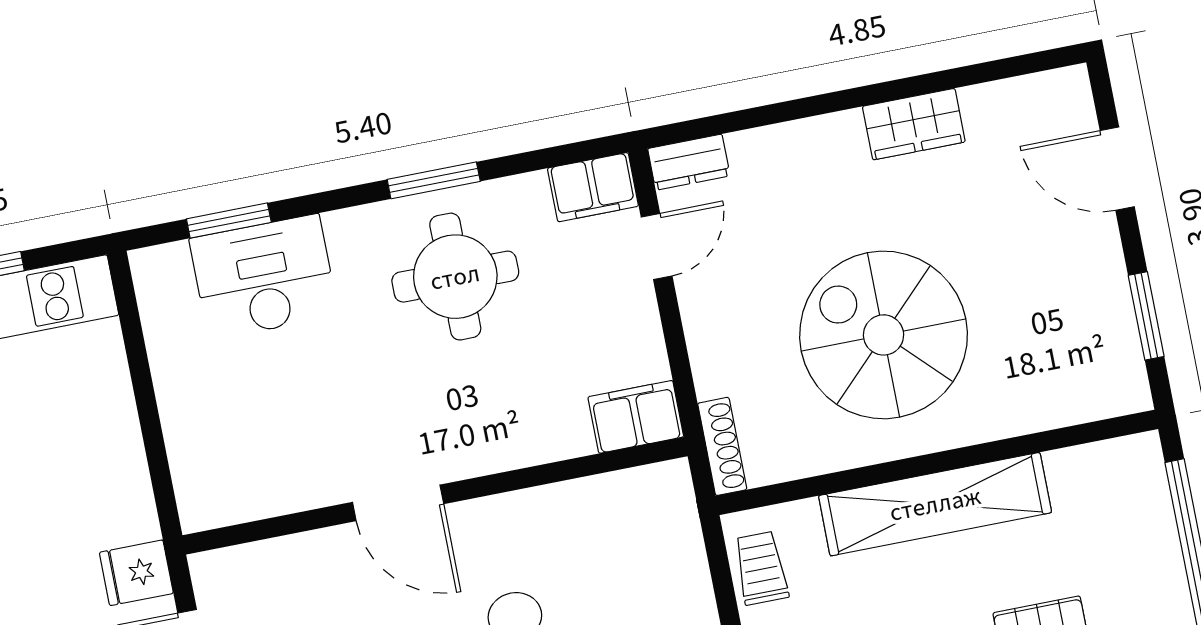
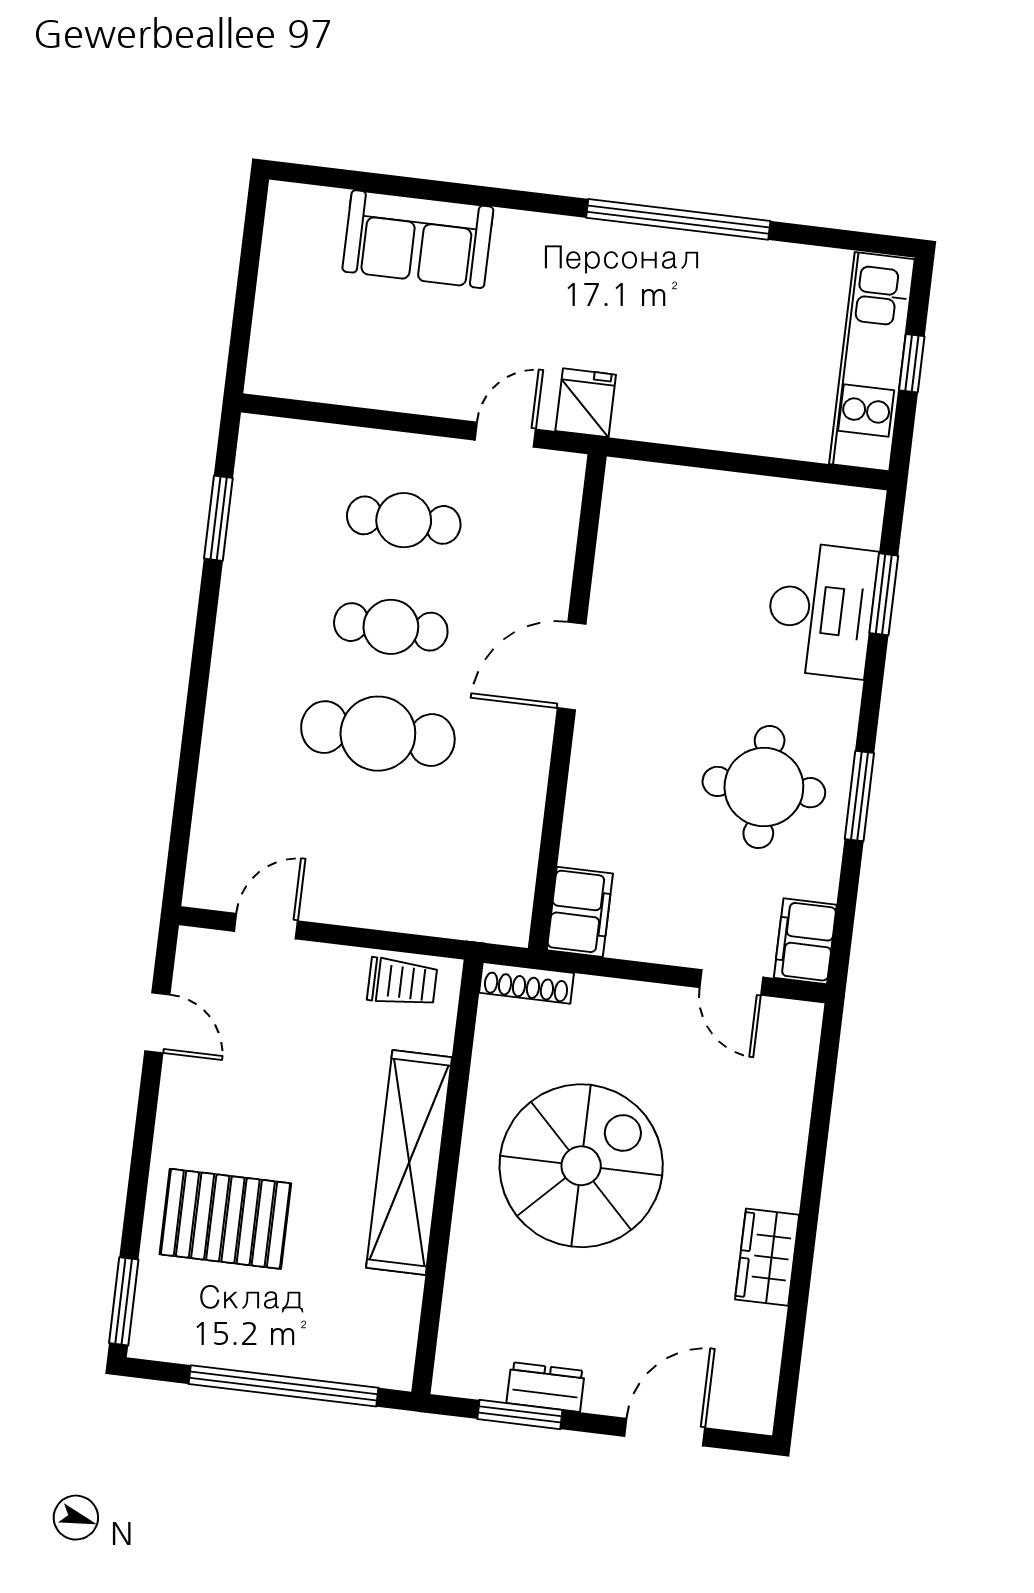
dresser: (689, 162) -> (546, 1387), moved, turned 90

